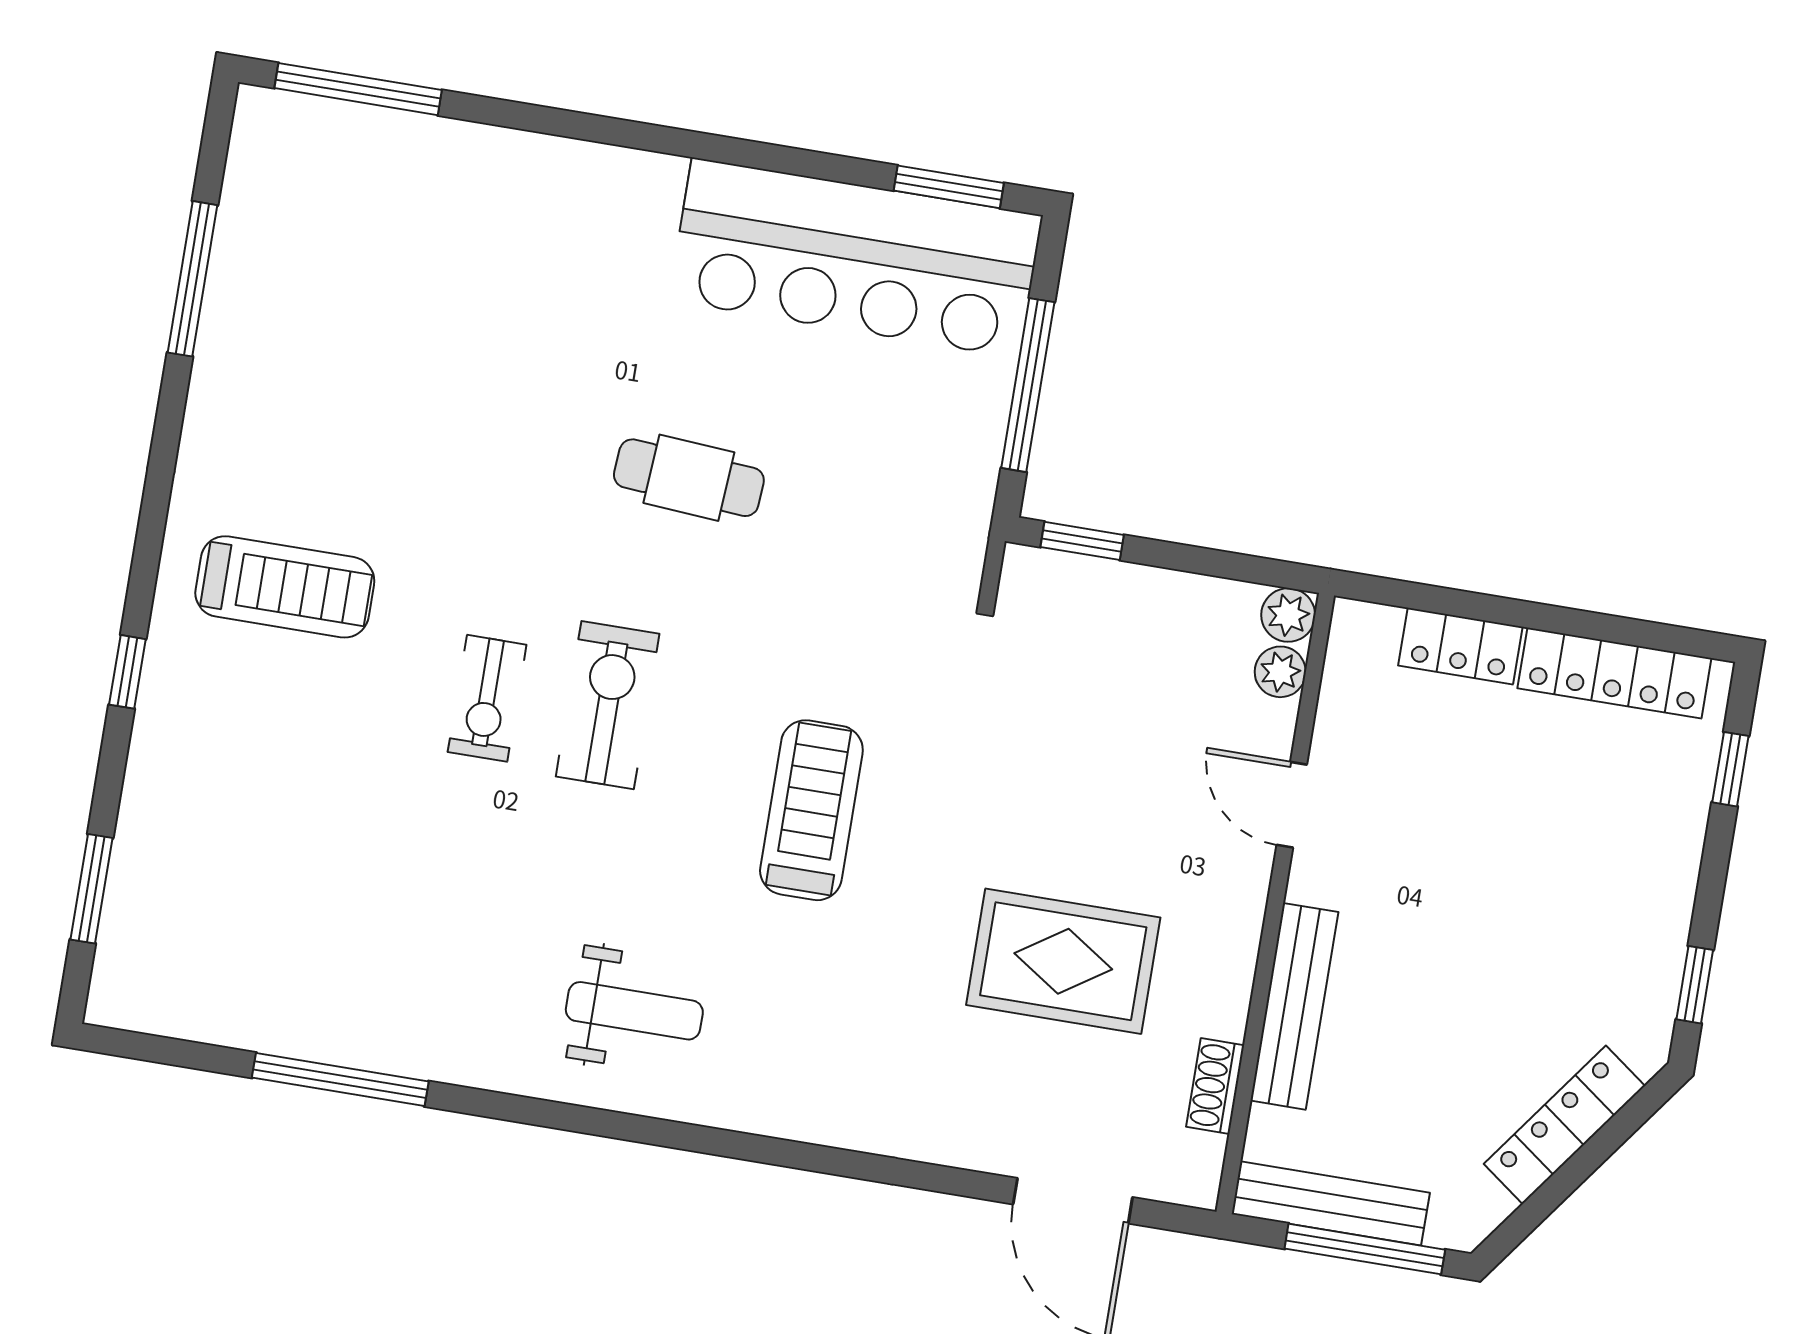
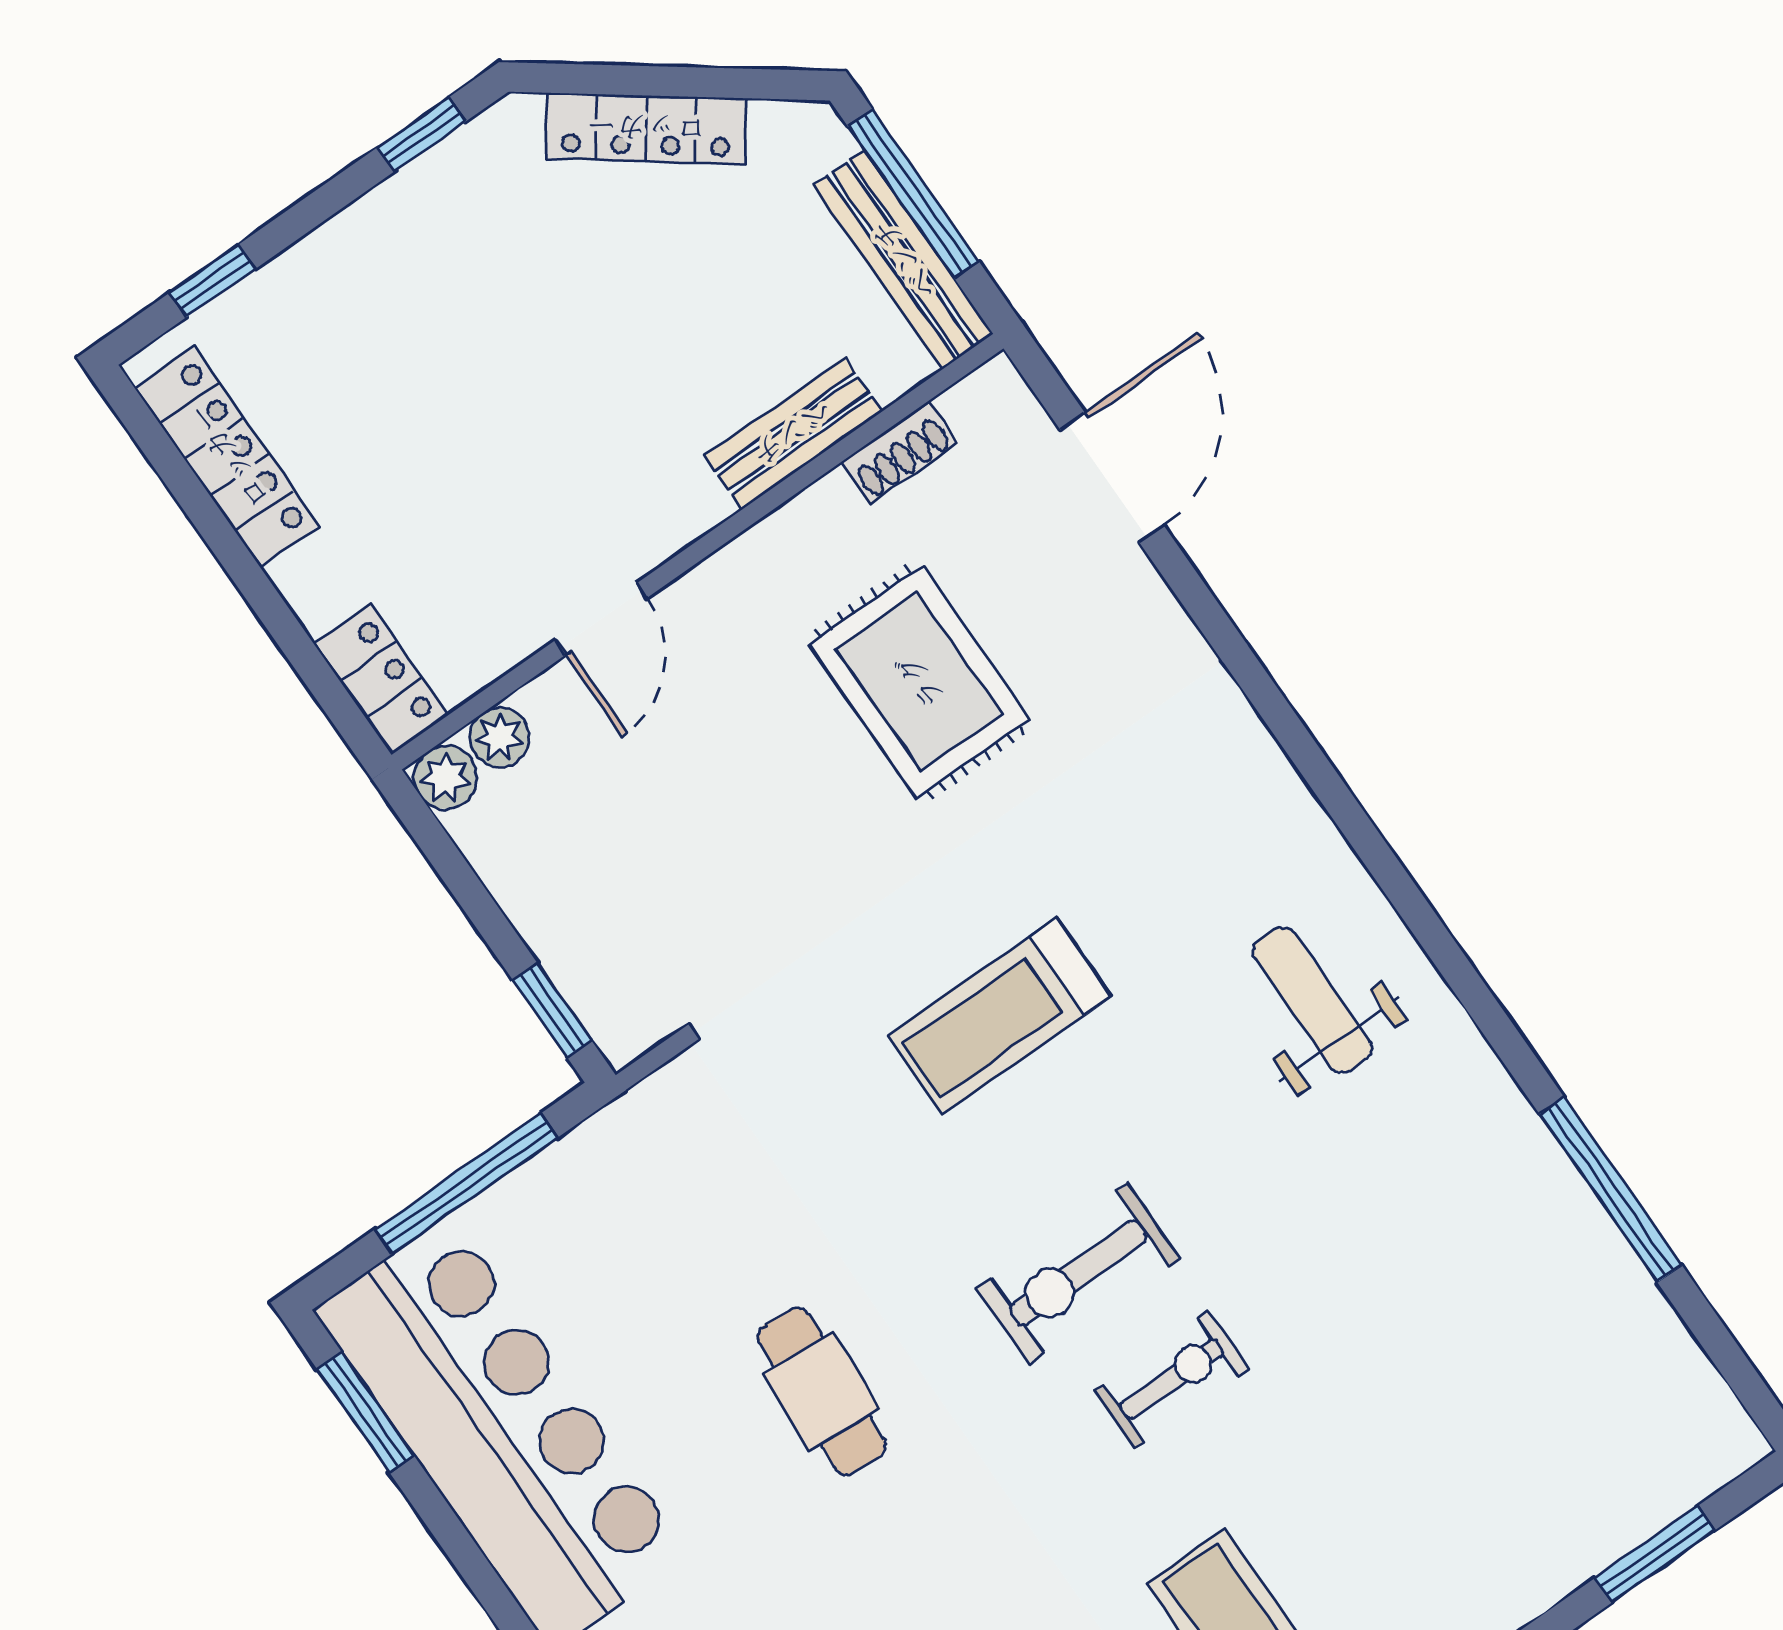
locker: (1460, 646) -> (381, 680), moved
bench: (1294, 1006) -> (793, 434), width x0.73

